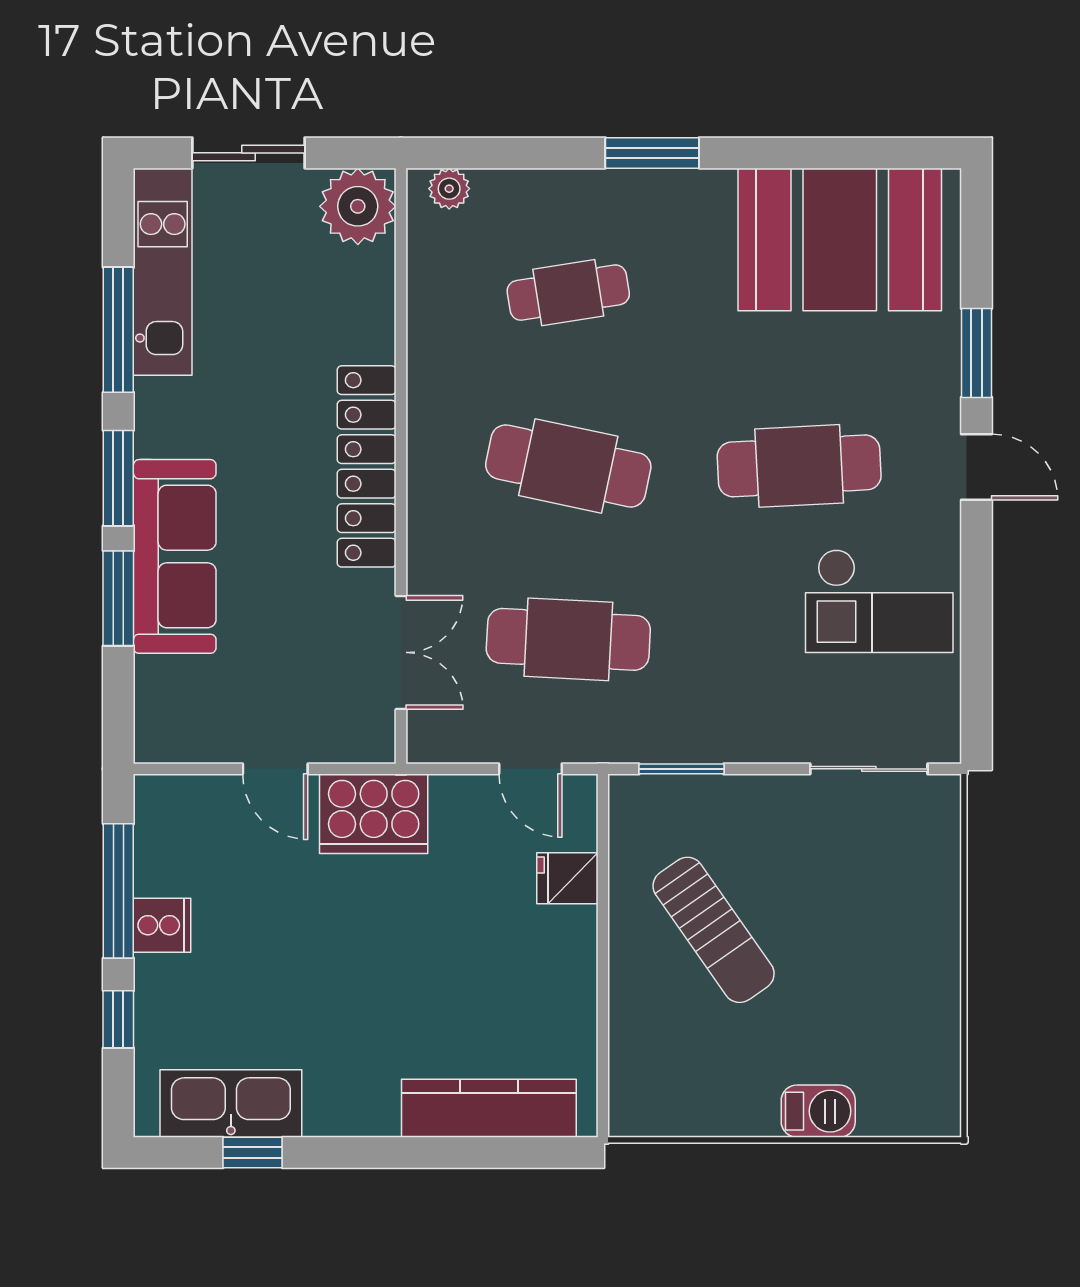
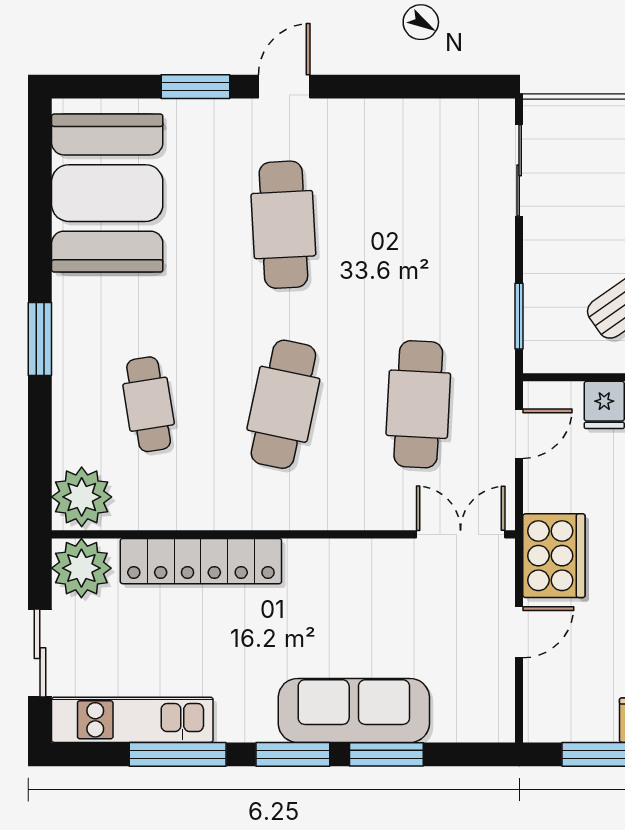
plant: (449, 189) -> (82, 497), width x1.88, depth x1.88
locker: (367, 466) -> (201, 561), moved
checkout: (879, 601) -> (388, 162), removed
double door: (401, 652) -> (461, 534), moved

